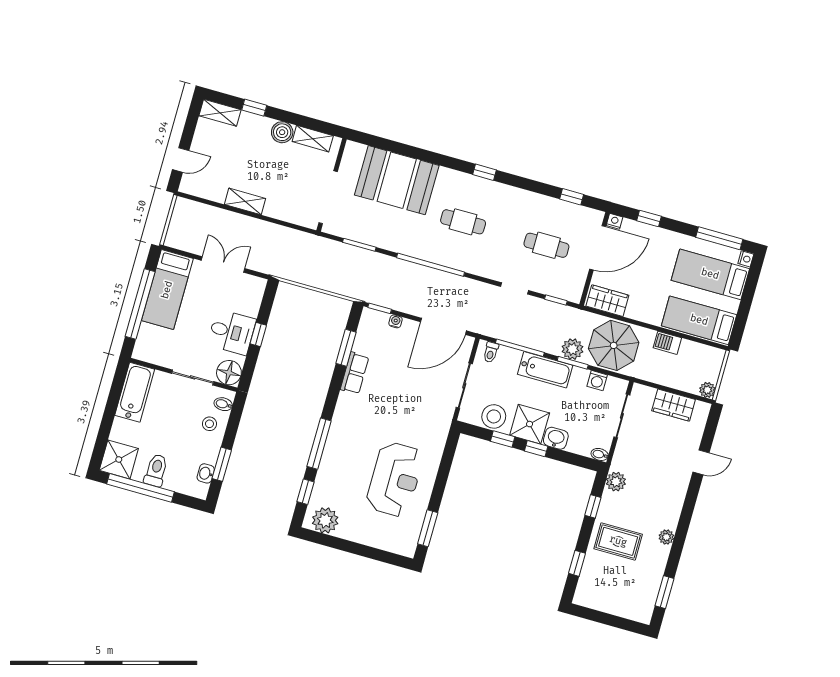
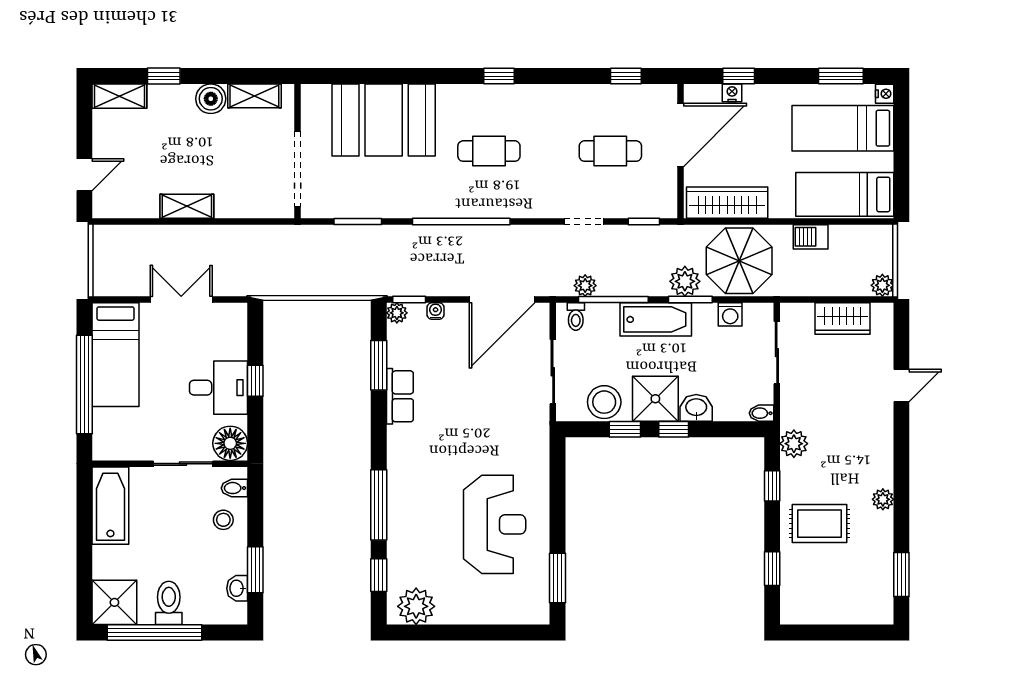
nightstand: (615, 221) -> (732, 93), moved
window: (719, 238) -> (841, 76), width x0.69
wardrobe: (607, 301) -> (727, 203), width x1.50
plant: (369, 315) -> (397, 313), added
plant: (503, 333) -> (585, 286), added

